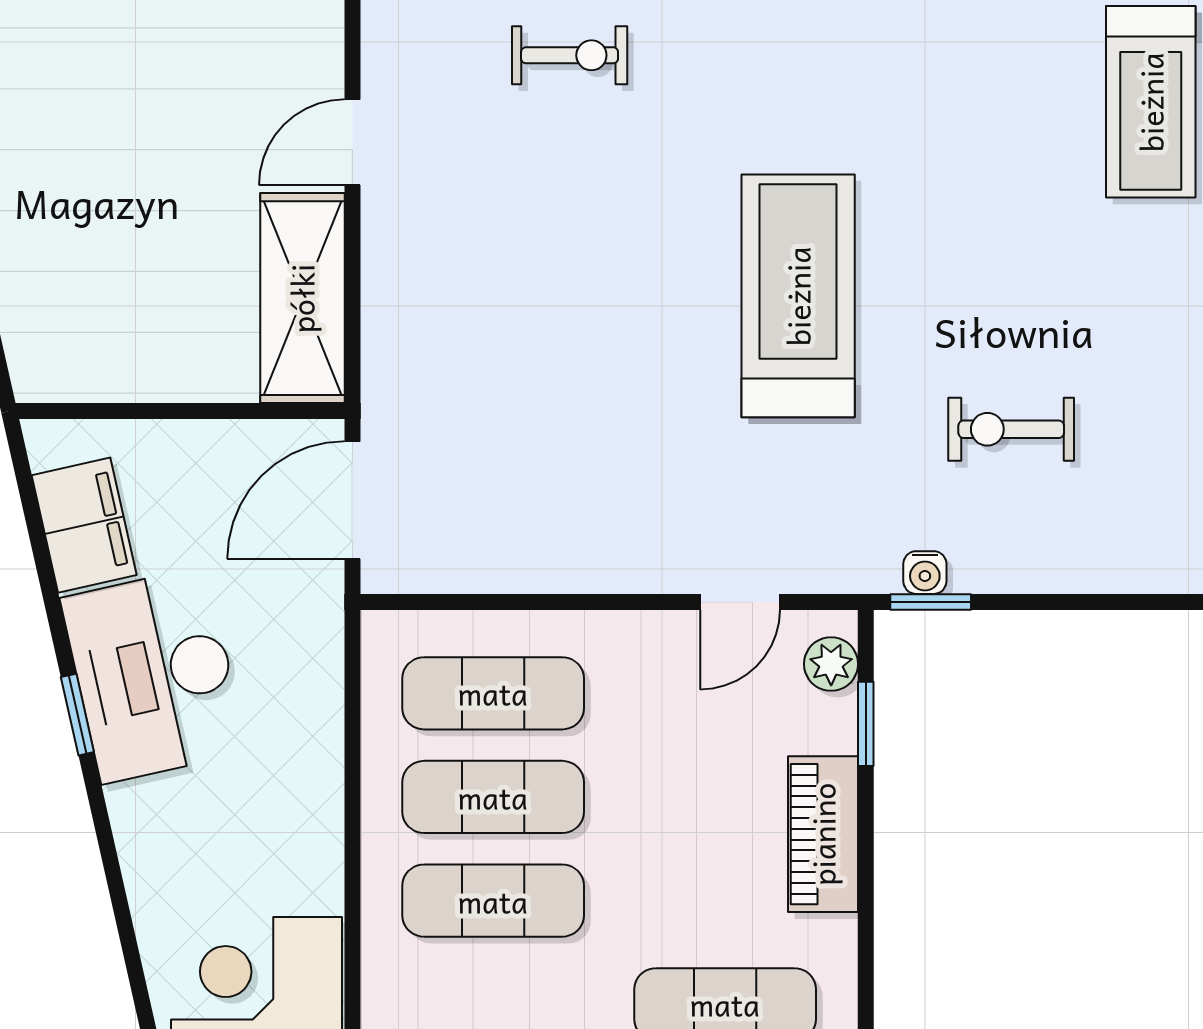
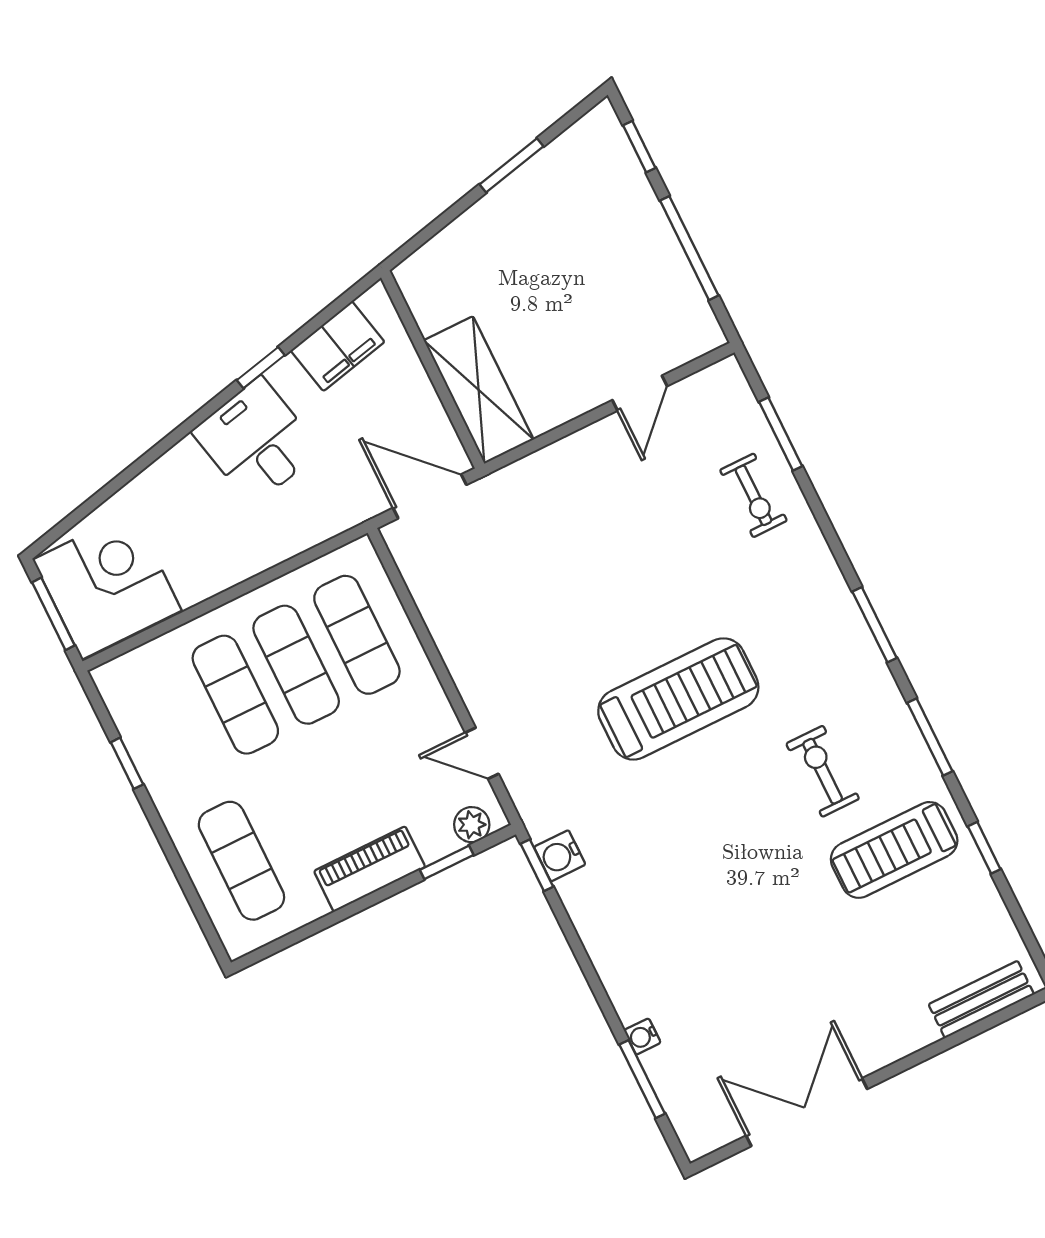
door: (352, 142) -> (640, 393), swing flipped
shelving: (302, 298) -> (479, 390), moved, turned 90
exercise bike: (1011, 429) -> (823, 771), moved
water cooler: (925, 573) -> (560, 856), width x1.38, depth x1.38
desk: (154, 675) -> (256, 441), width x0.73
window: (77, 715) -> (261, 368), moved

